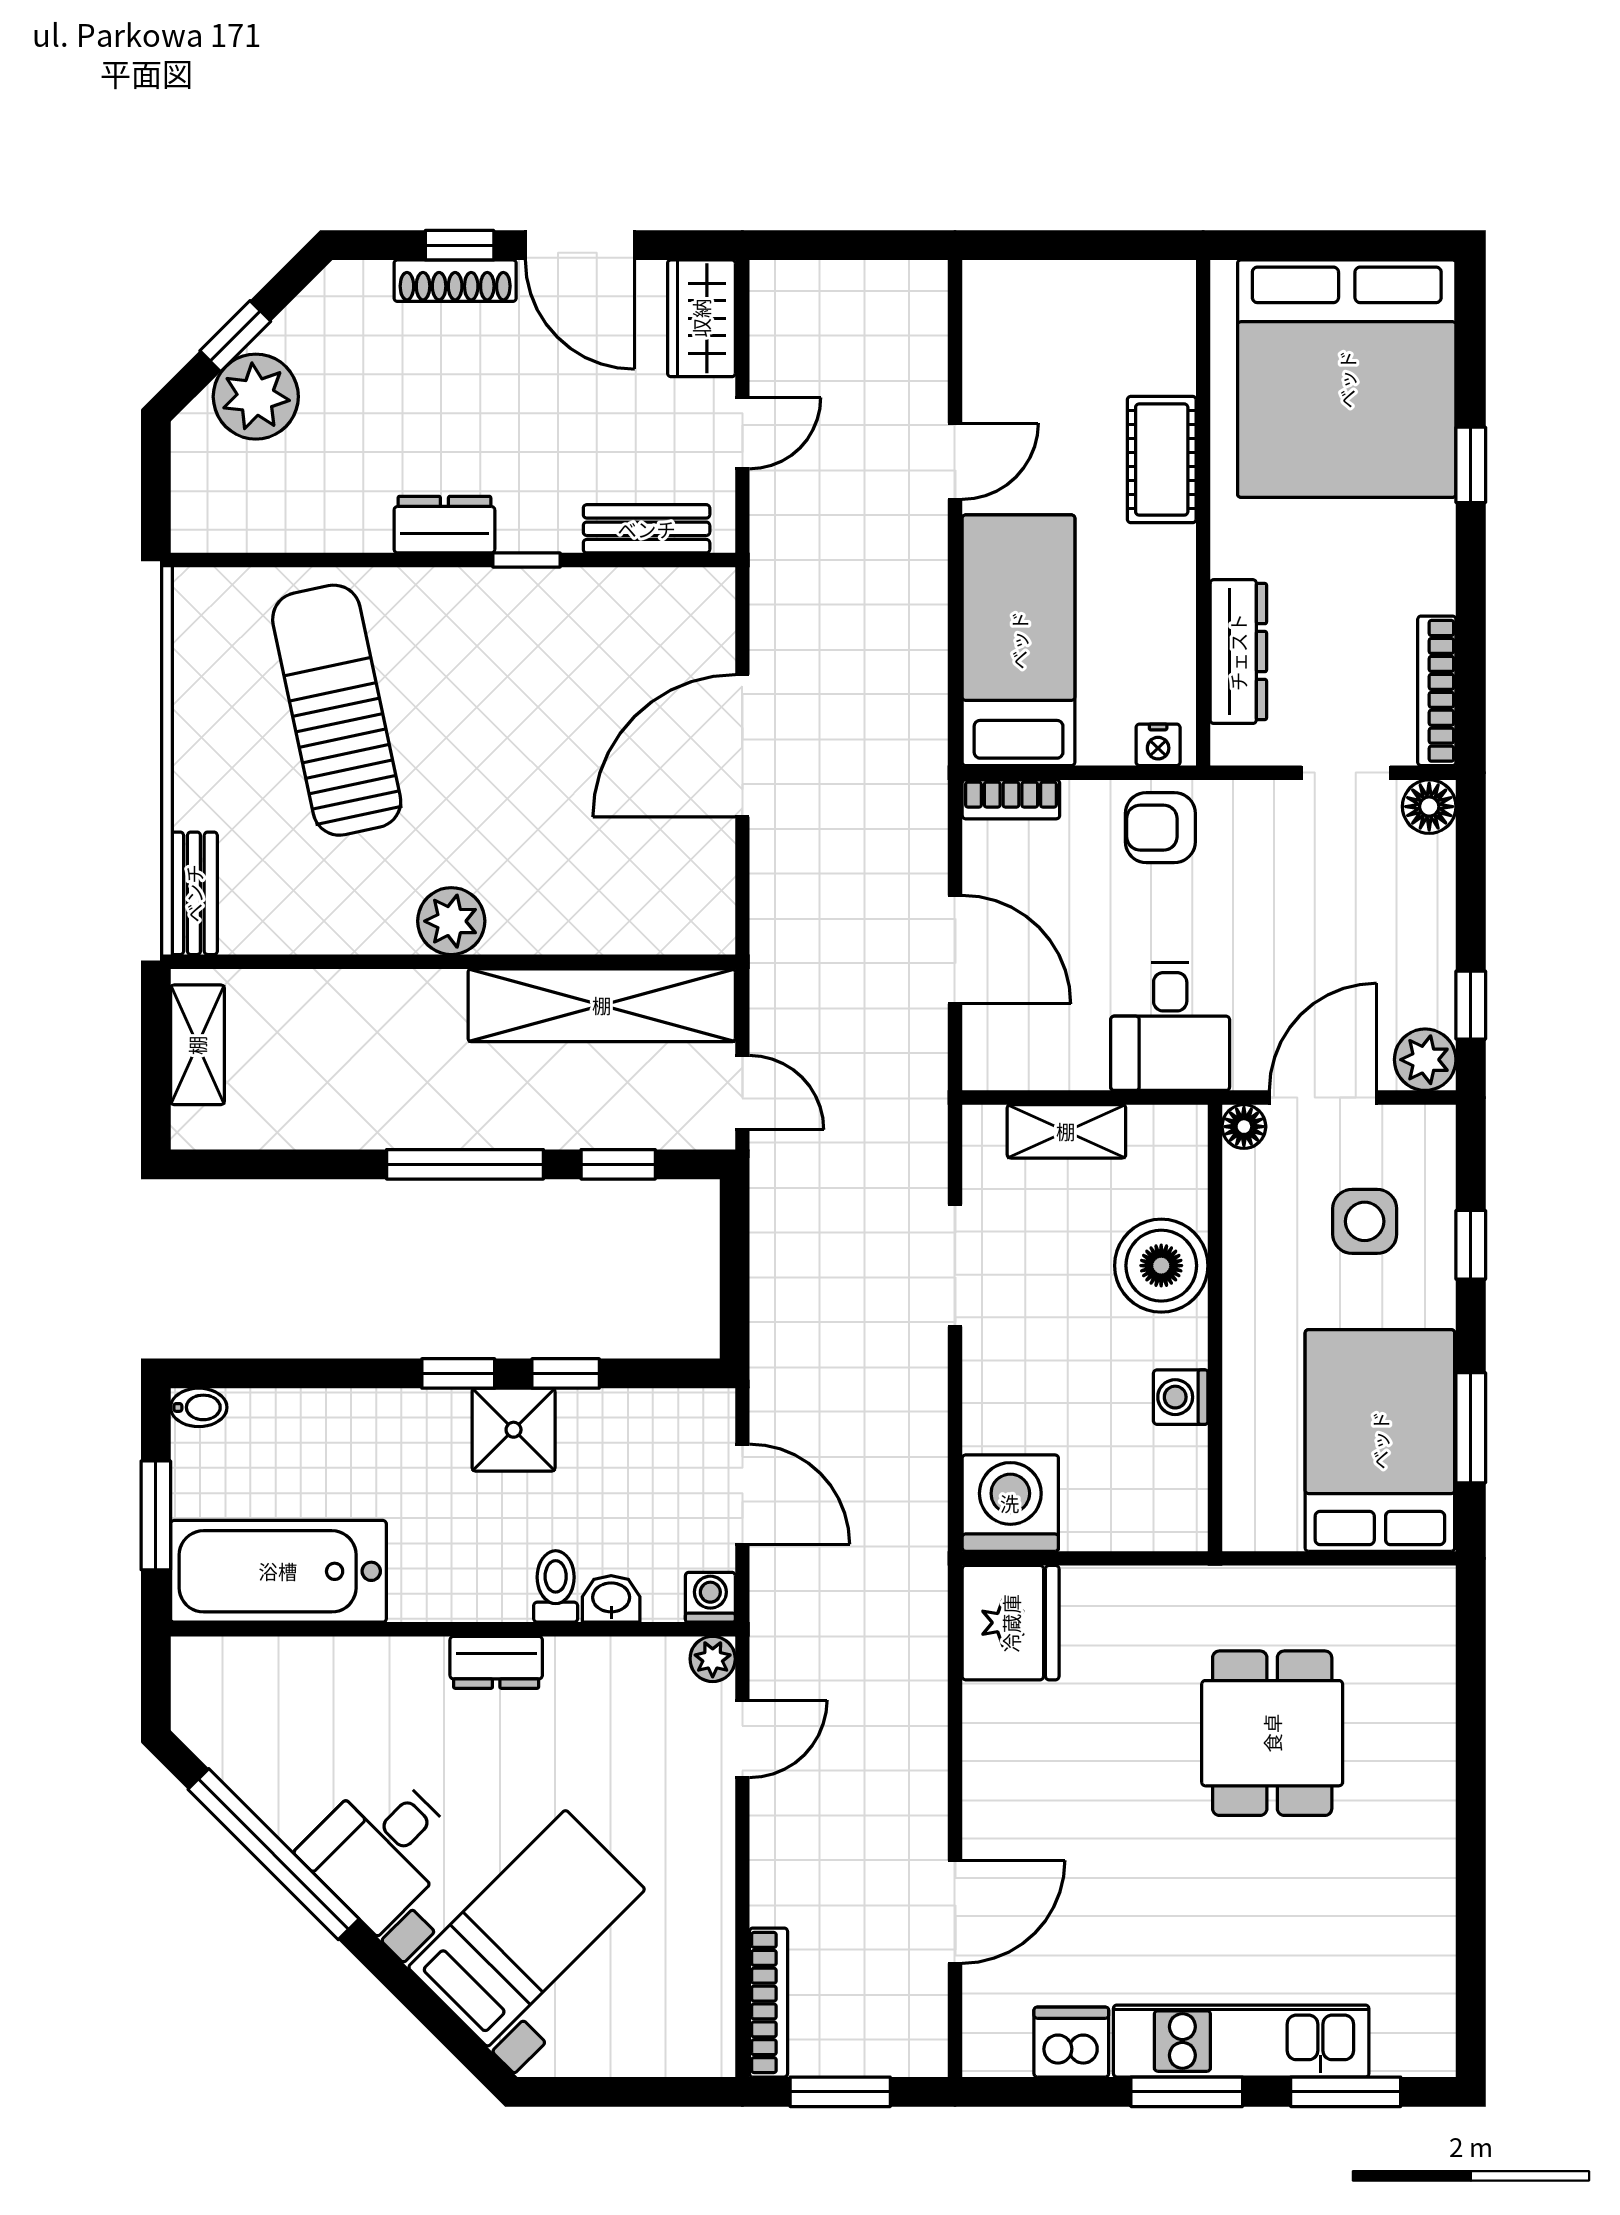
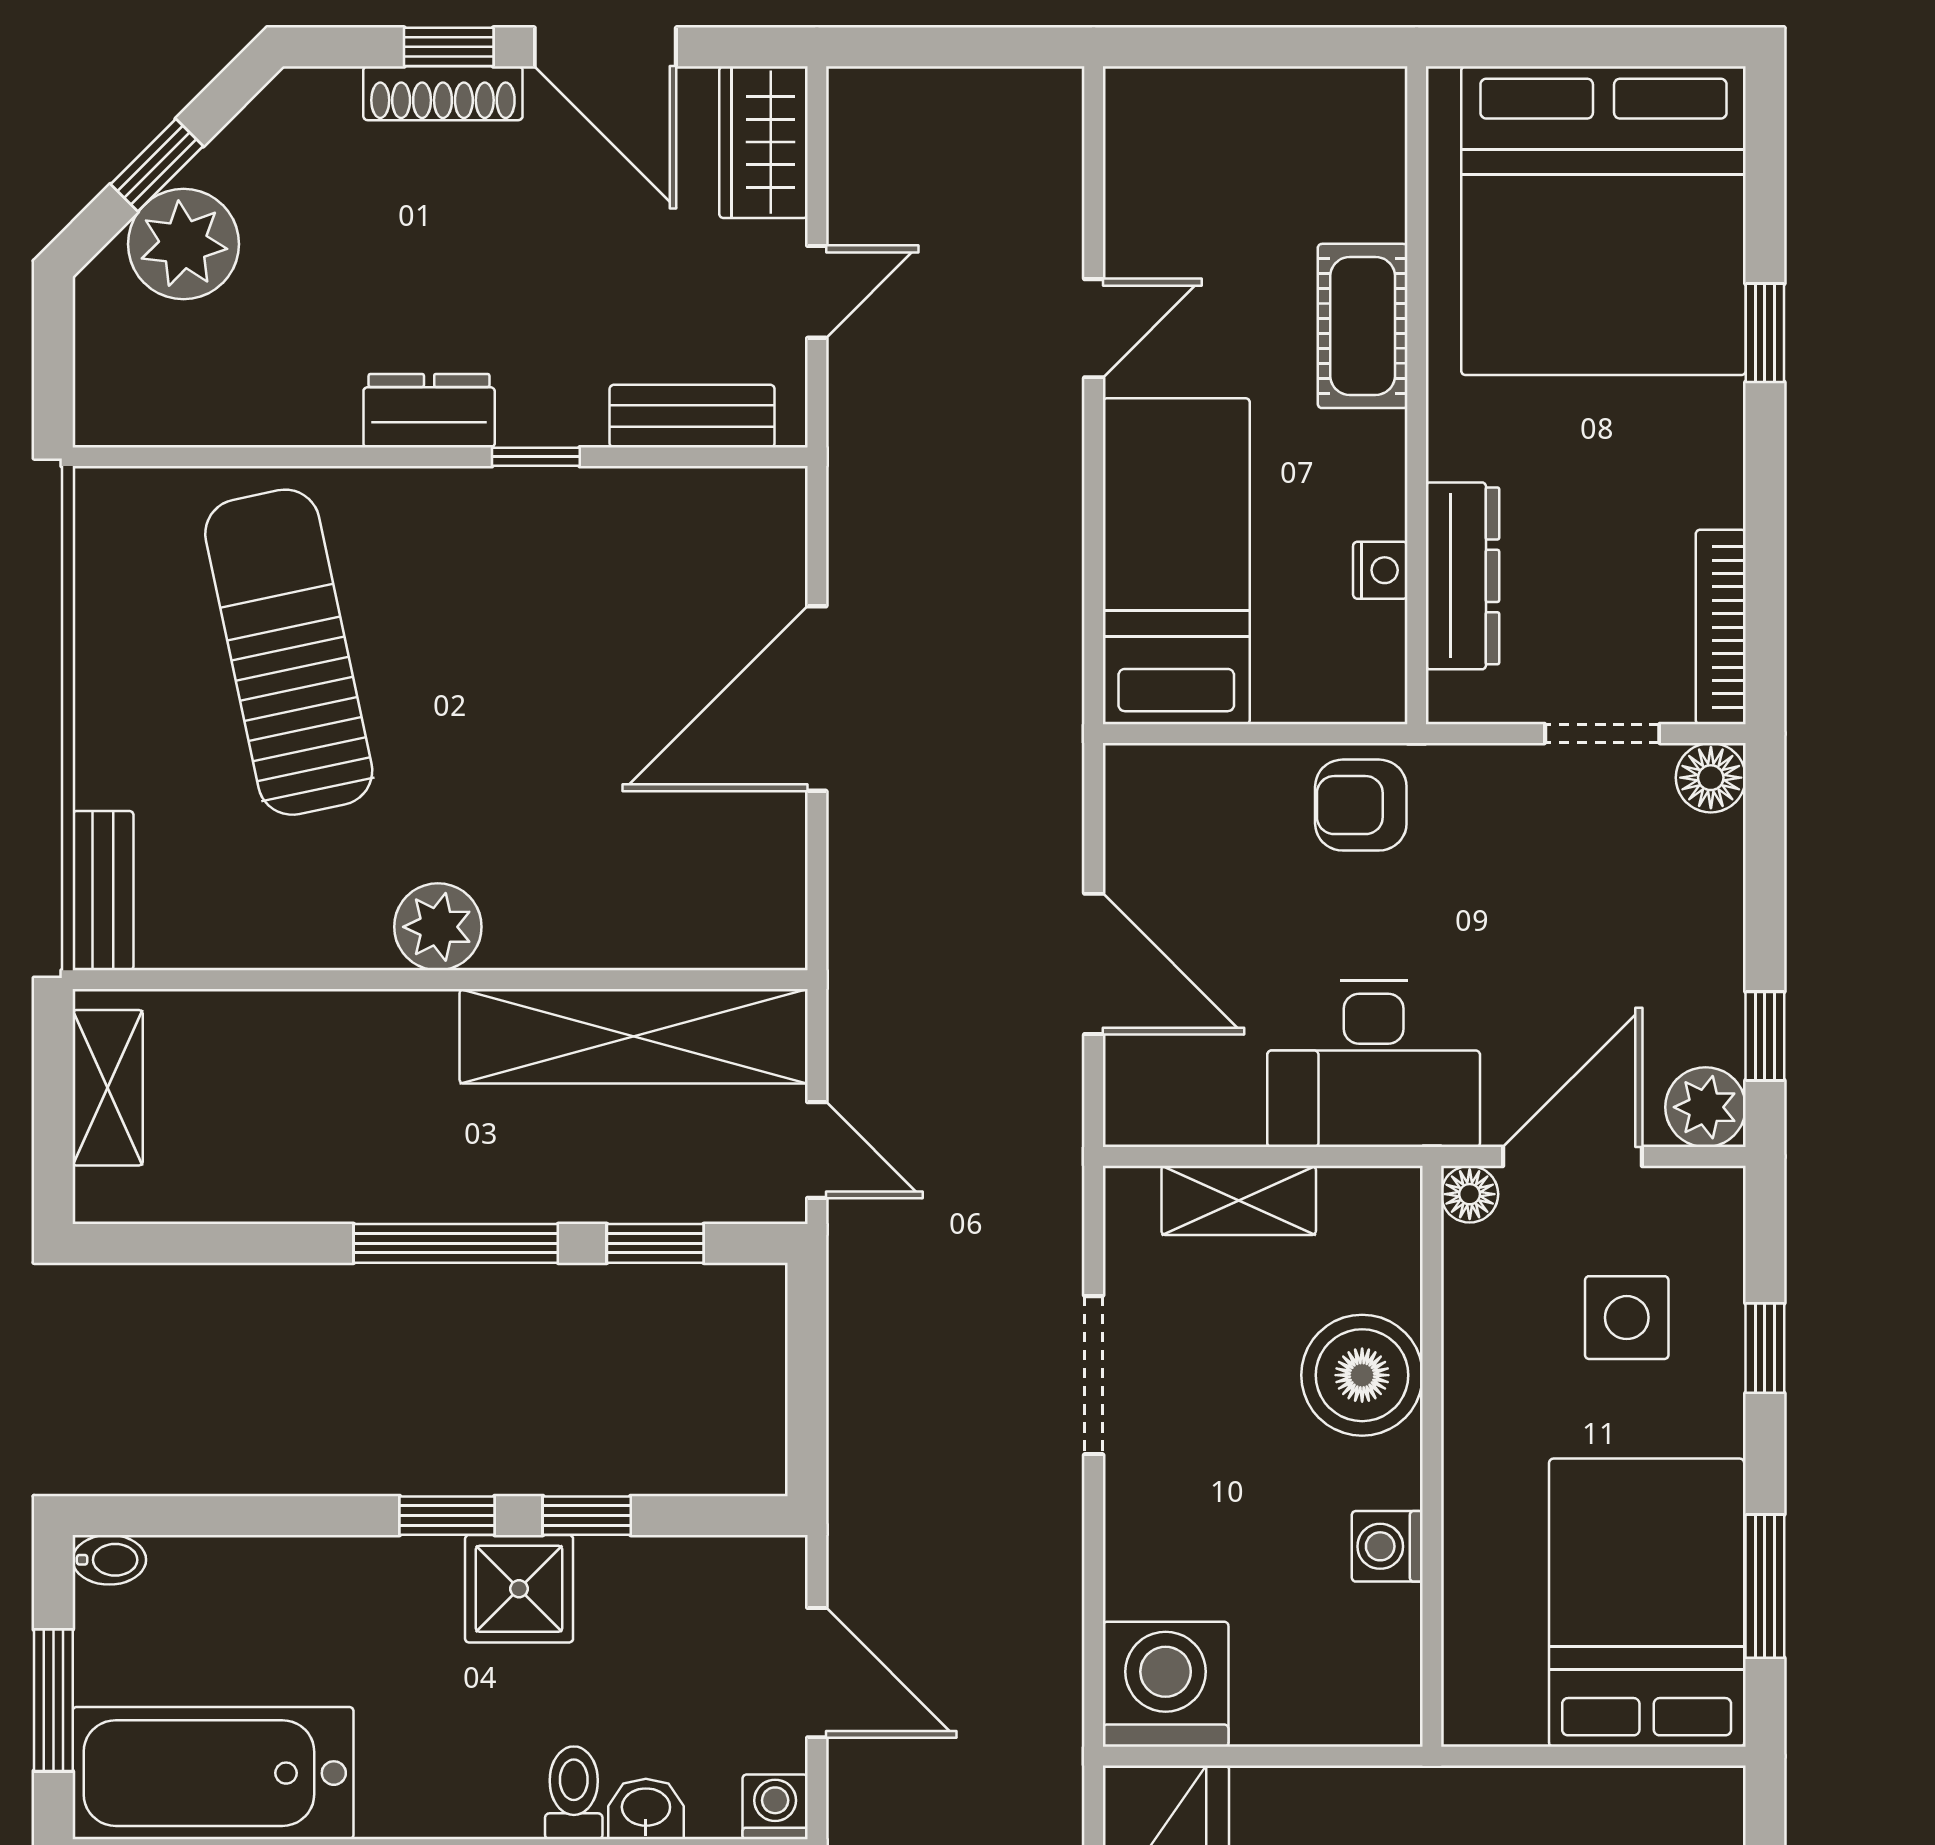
nightstand: (1158, 745) -> (1380, 570), moved, turned -90
bookcase: (1011, 799) -> (1166, 768), removed
desk: (1170, 1026) -> (1374, 1064), width x1.37

